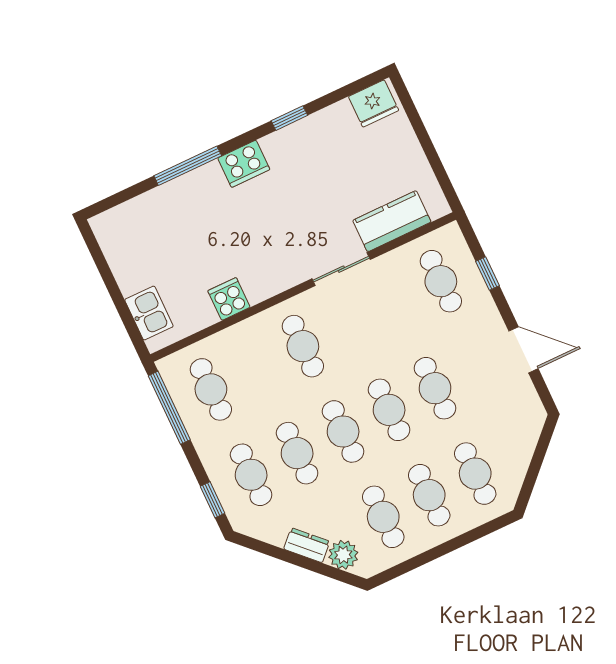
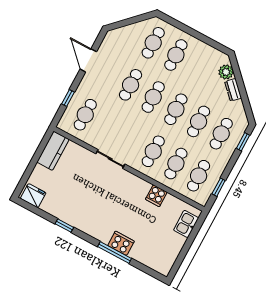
cooker: (244, 164) -> (121, 243), moved
kitchen counter: (392, 221) -> (53, 151), moved, turned -90
window: (169, 408) -> (219, 187), width x0.46
cafe table: (383, 517) -> (176, 164), moved

